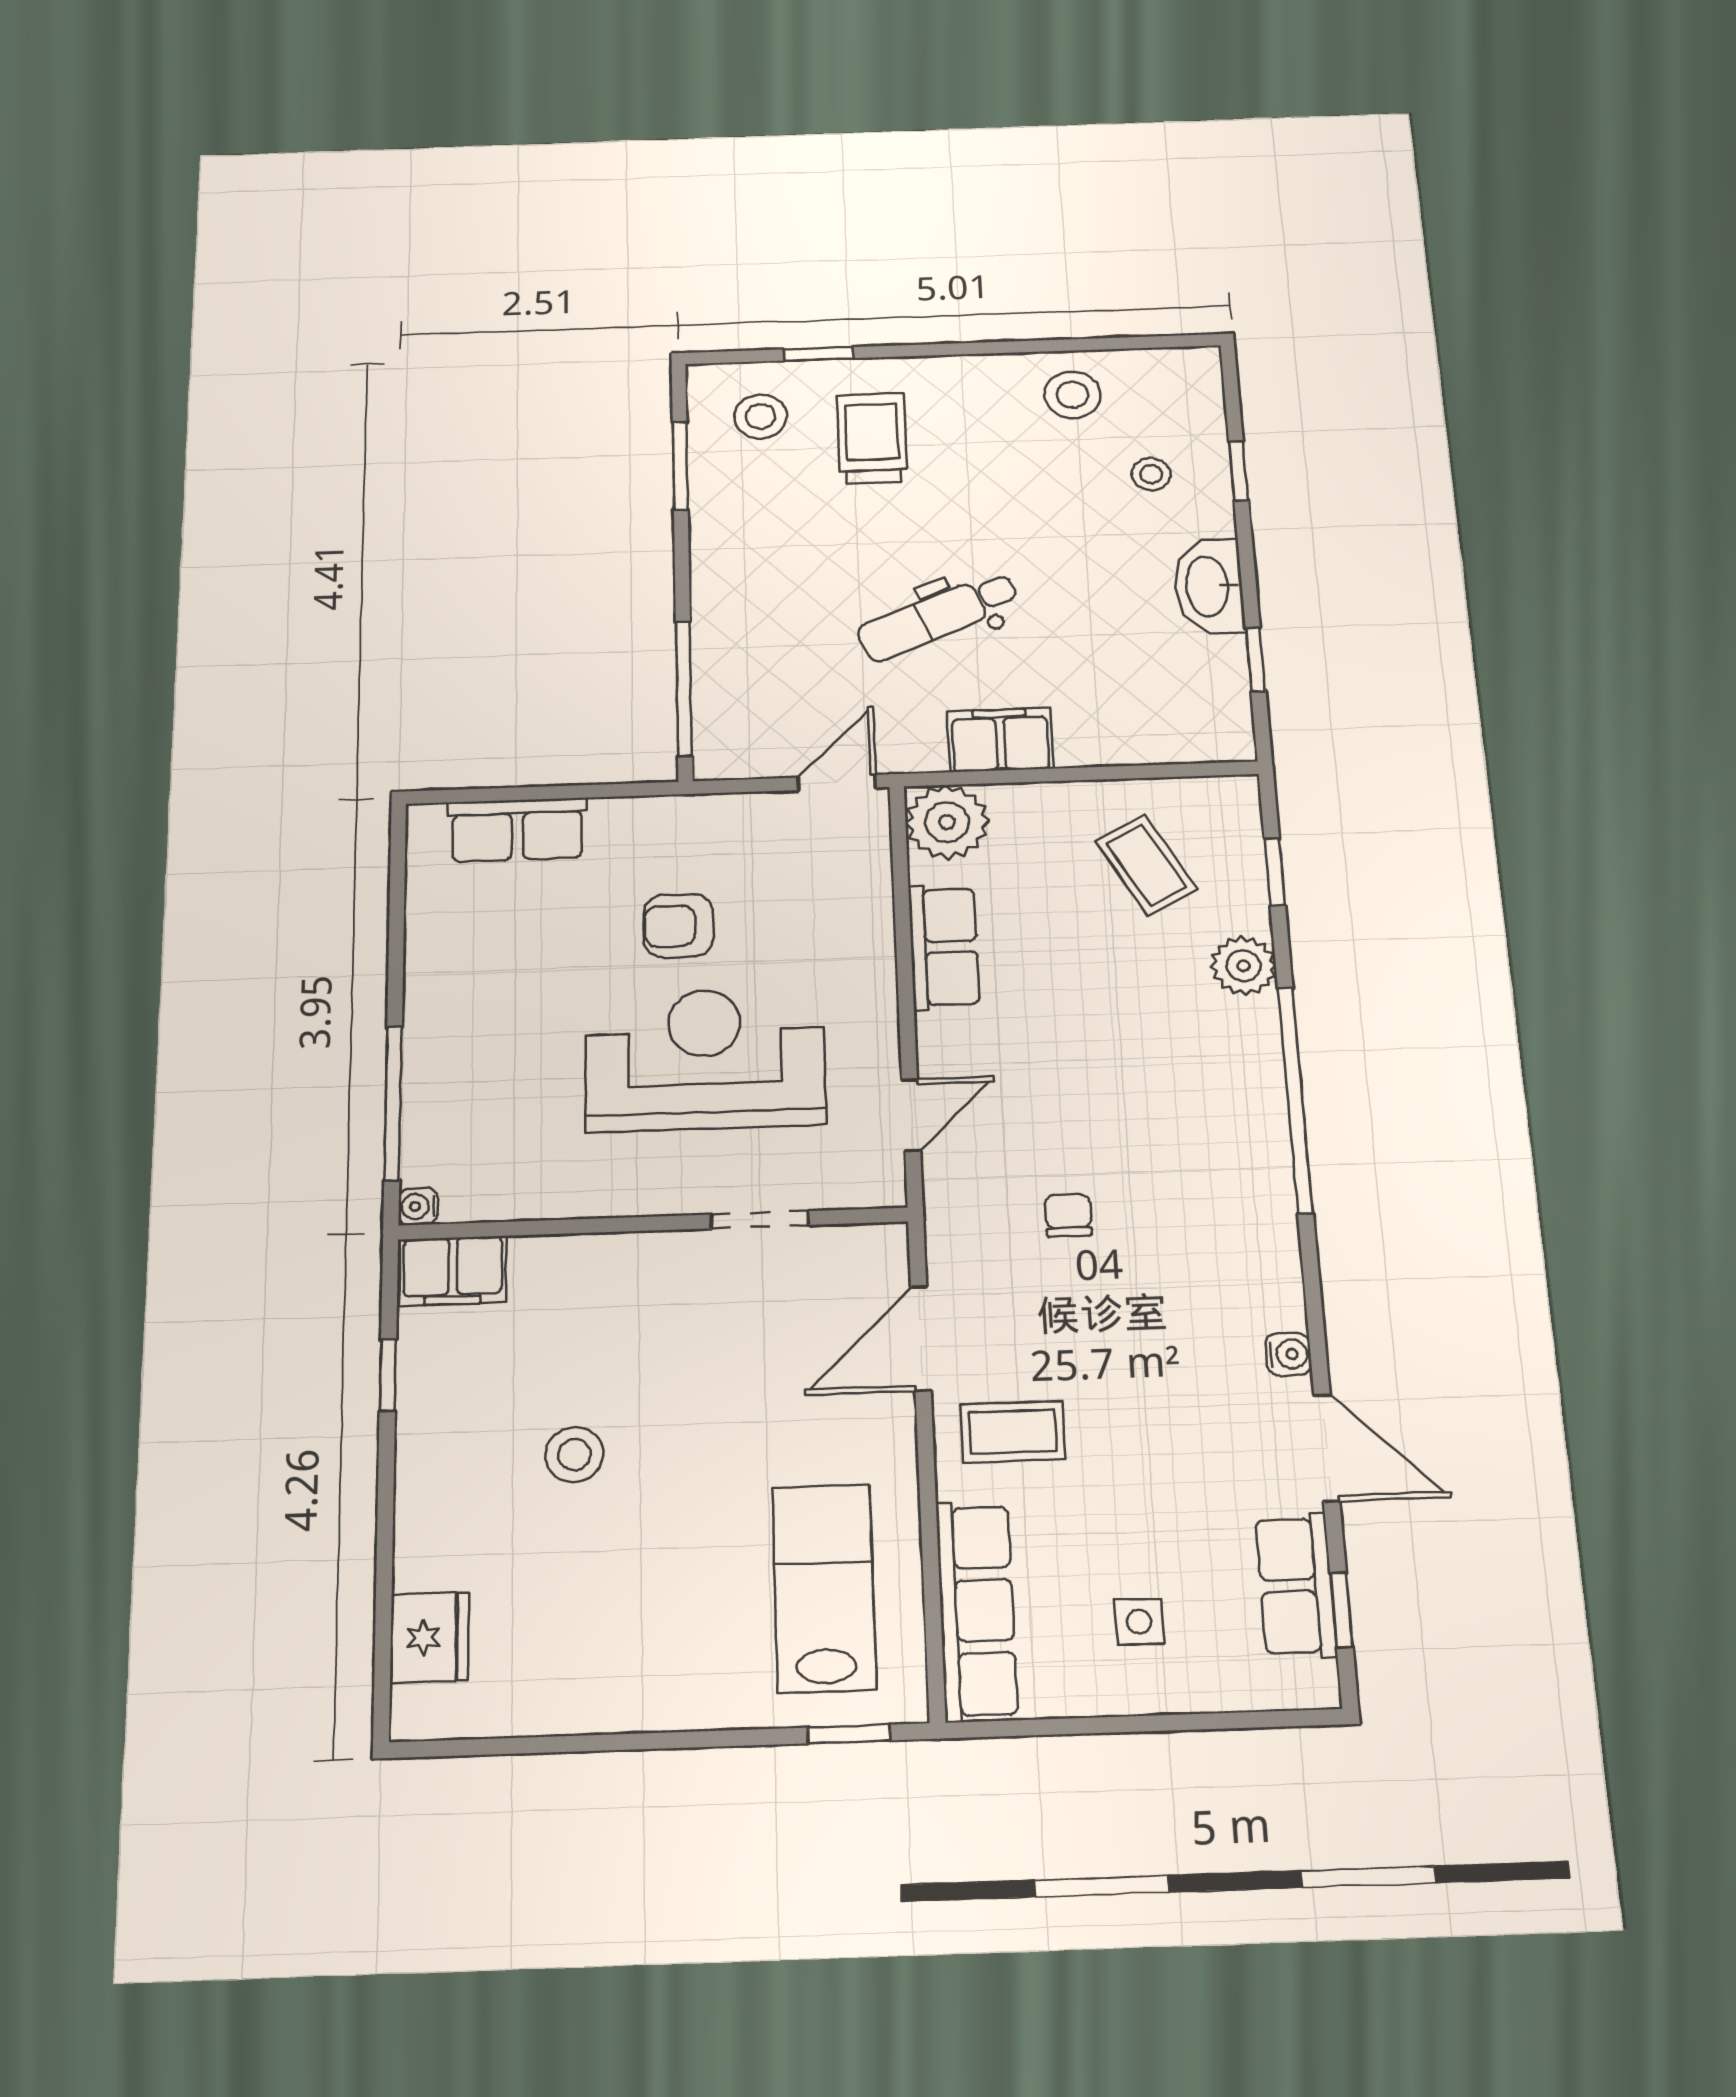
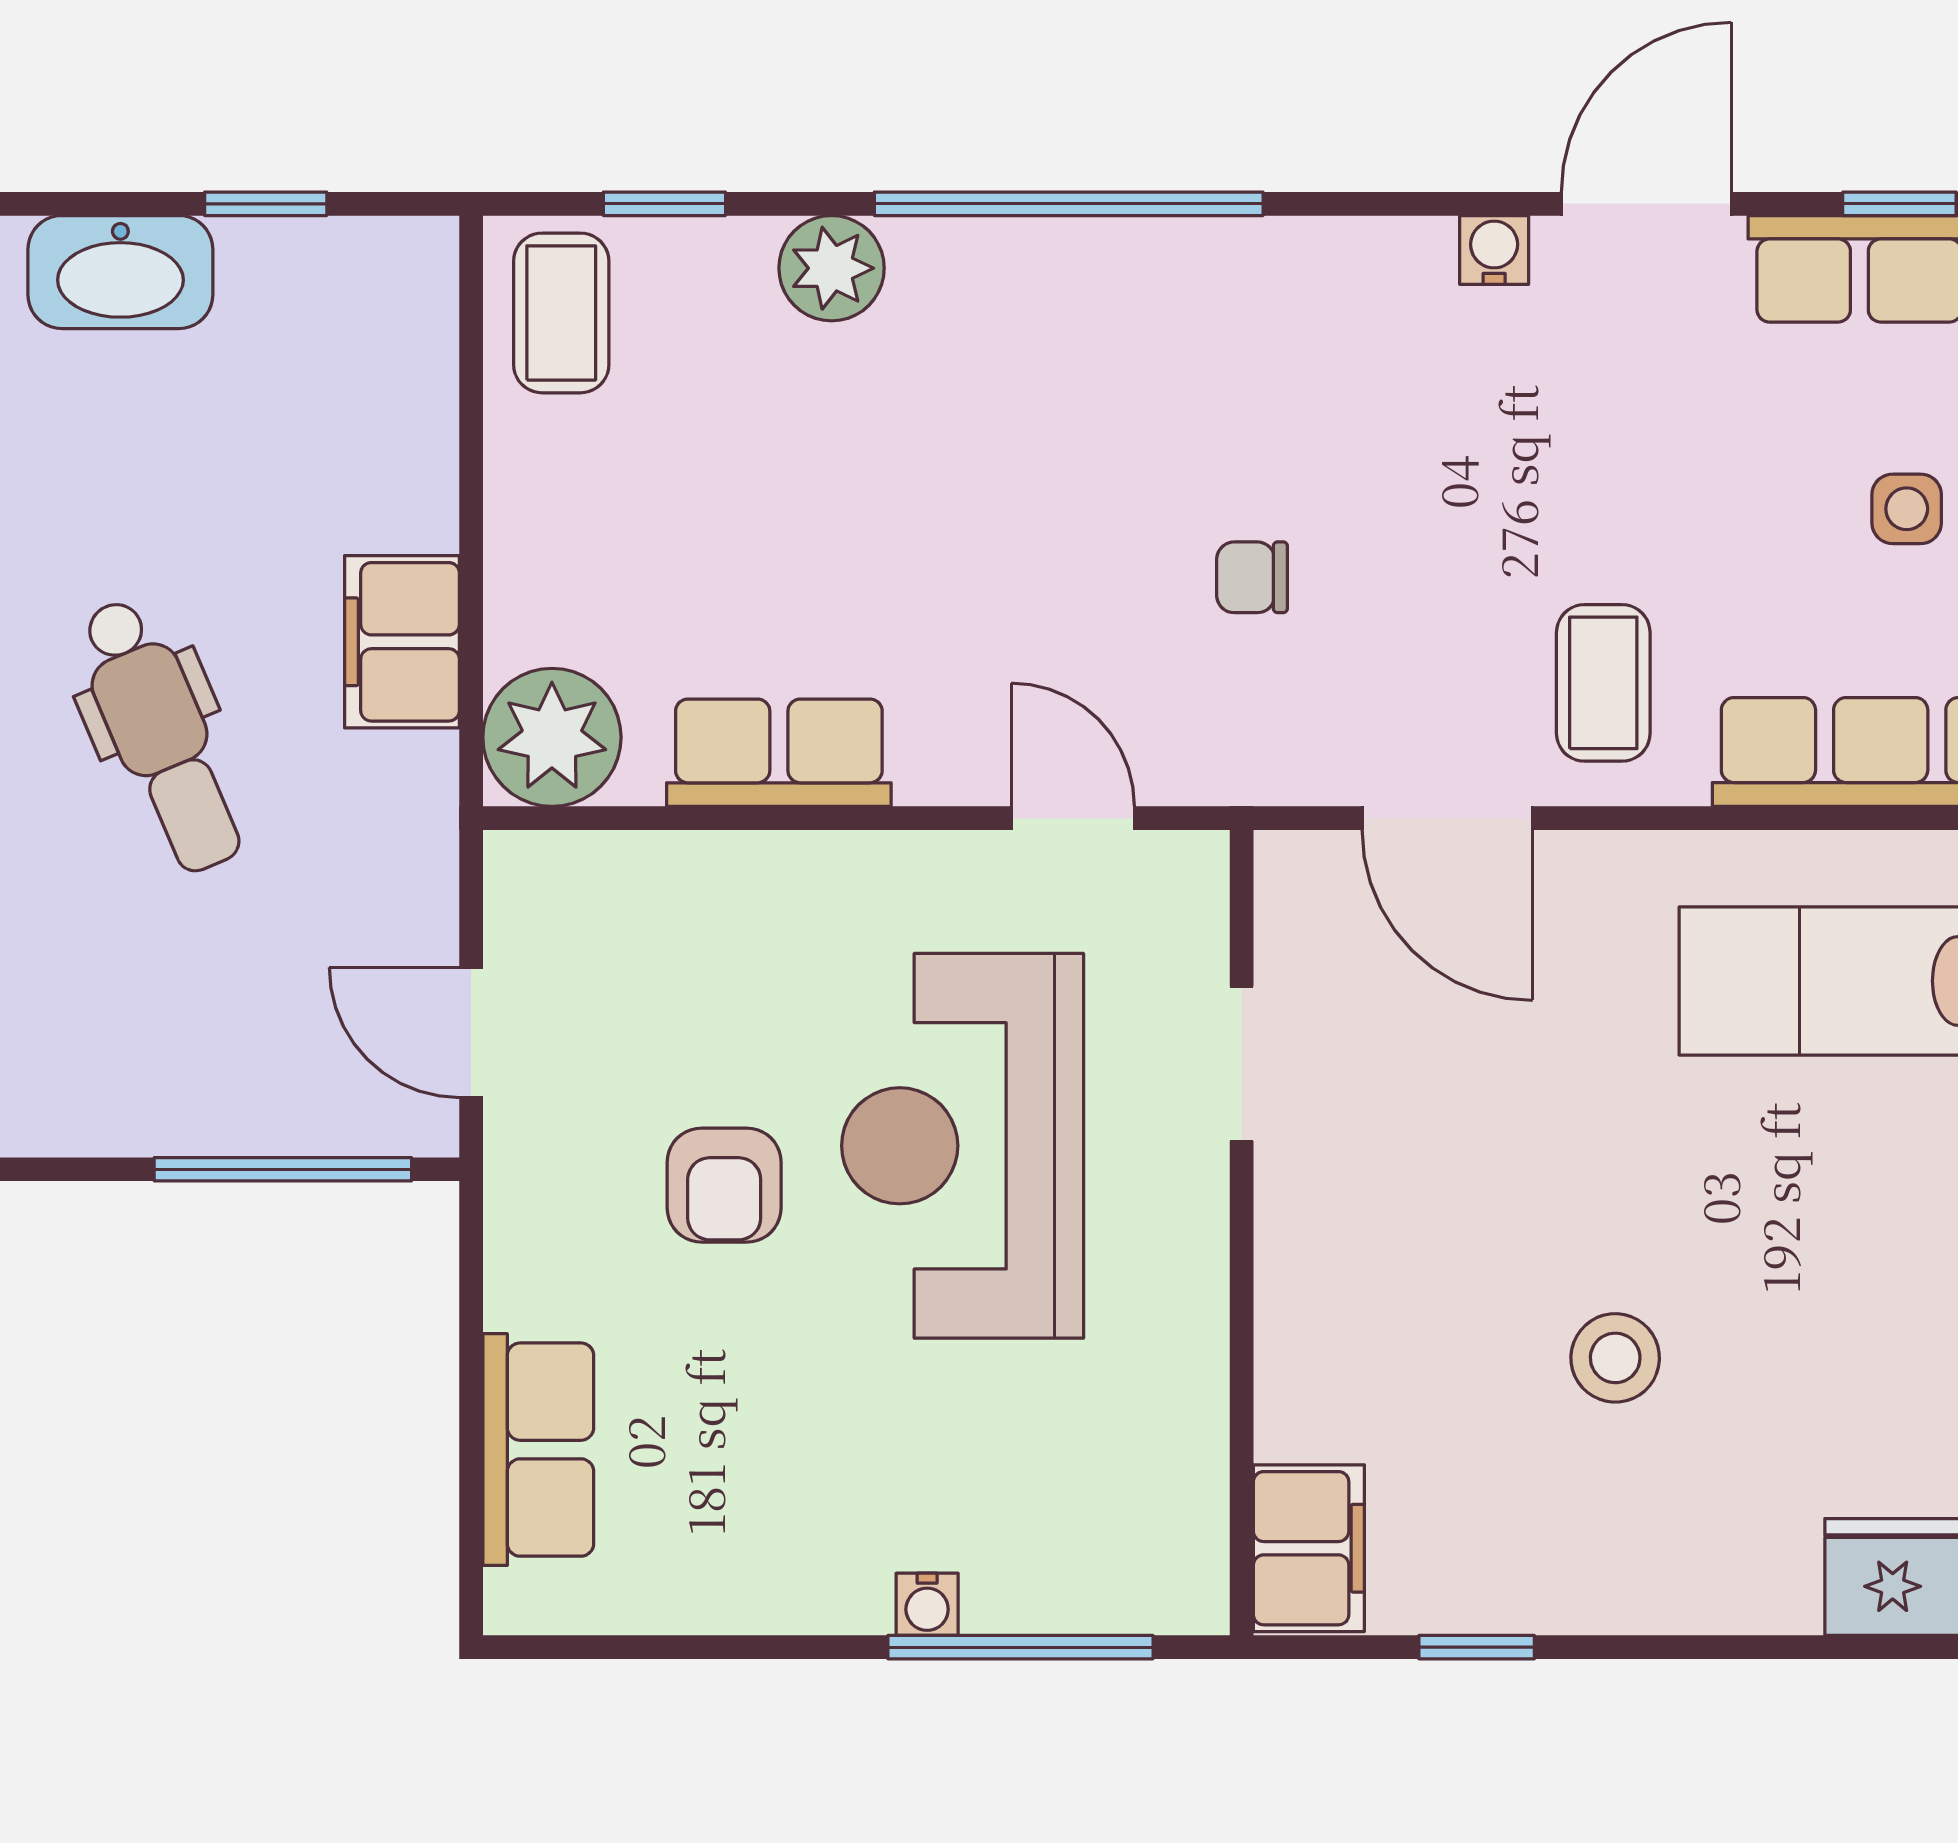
door: (837, 782) -> (471, 1032), moved
coffee table: (1146, 865) -> (561, 313), moved, turned -61
water cooler: (418, 1206) -> (927, 1604), moved

